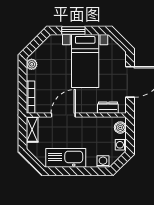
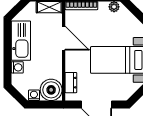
boiler: (120, 128) -> (51, 90), width x1.86, depth x1.86
washing machine: (103, 162) -> (17, 67), moved

